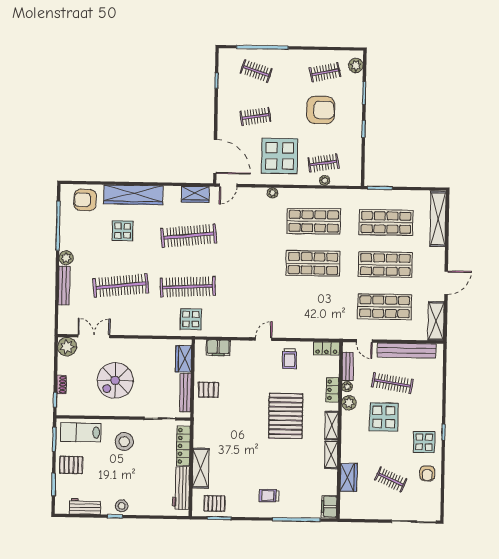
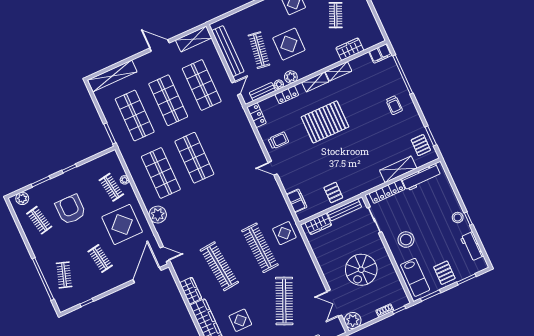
plant: (272, 193) -> (158, 215), width x1.88, depth x1.88
wardrobe: (195, 194) -> (191, 291), moved
clothes rail: (121, 286) -> (284, 301), turned 30
spiral stairs: (115, 380) -> (361, 270), turned 90

